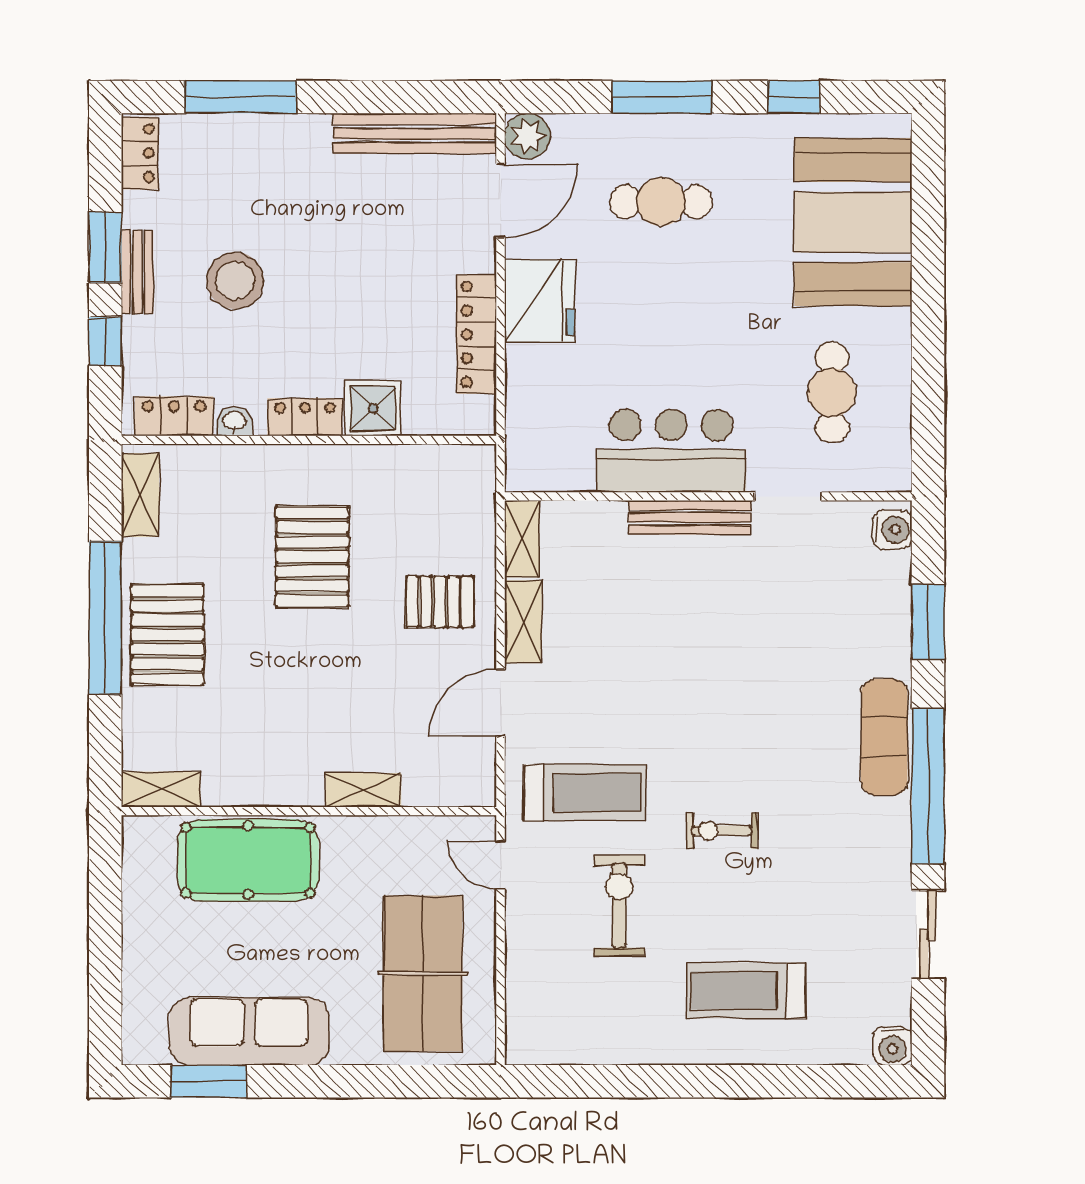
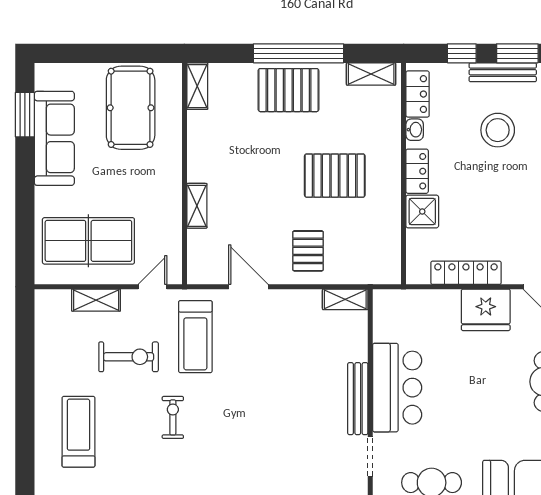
bench: (137, 272) -> (503, 72), width x1.36
shelving: (523, 622) -> (96, 300), moved
pool table: (248, 860) -> (131, 108), moved

